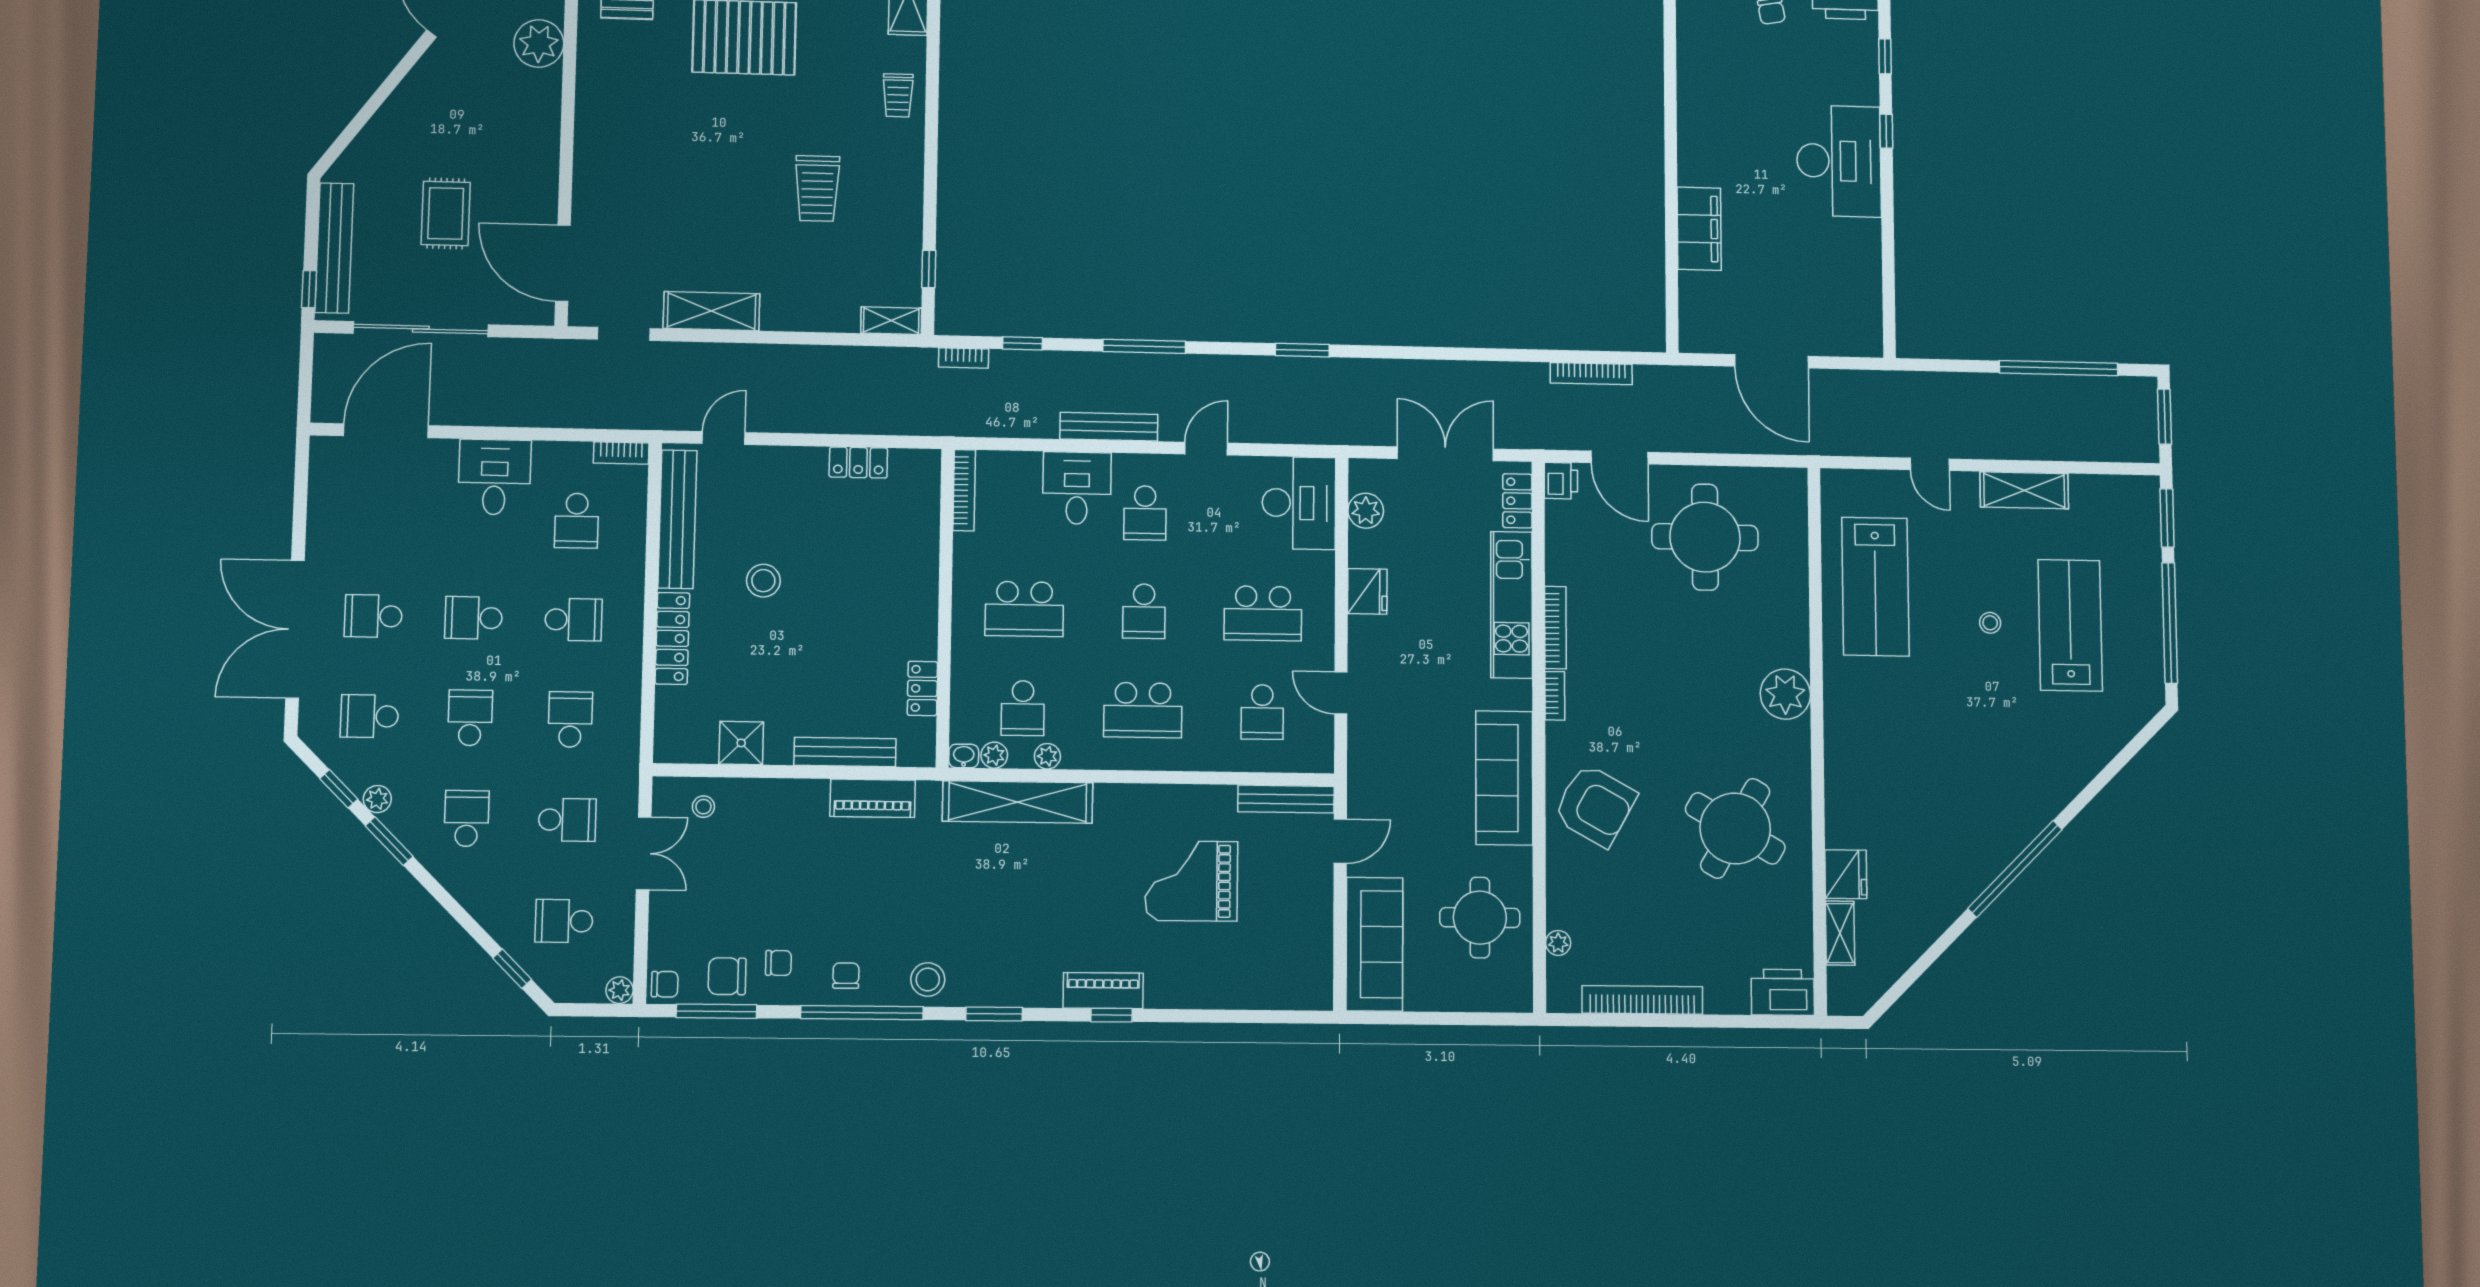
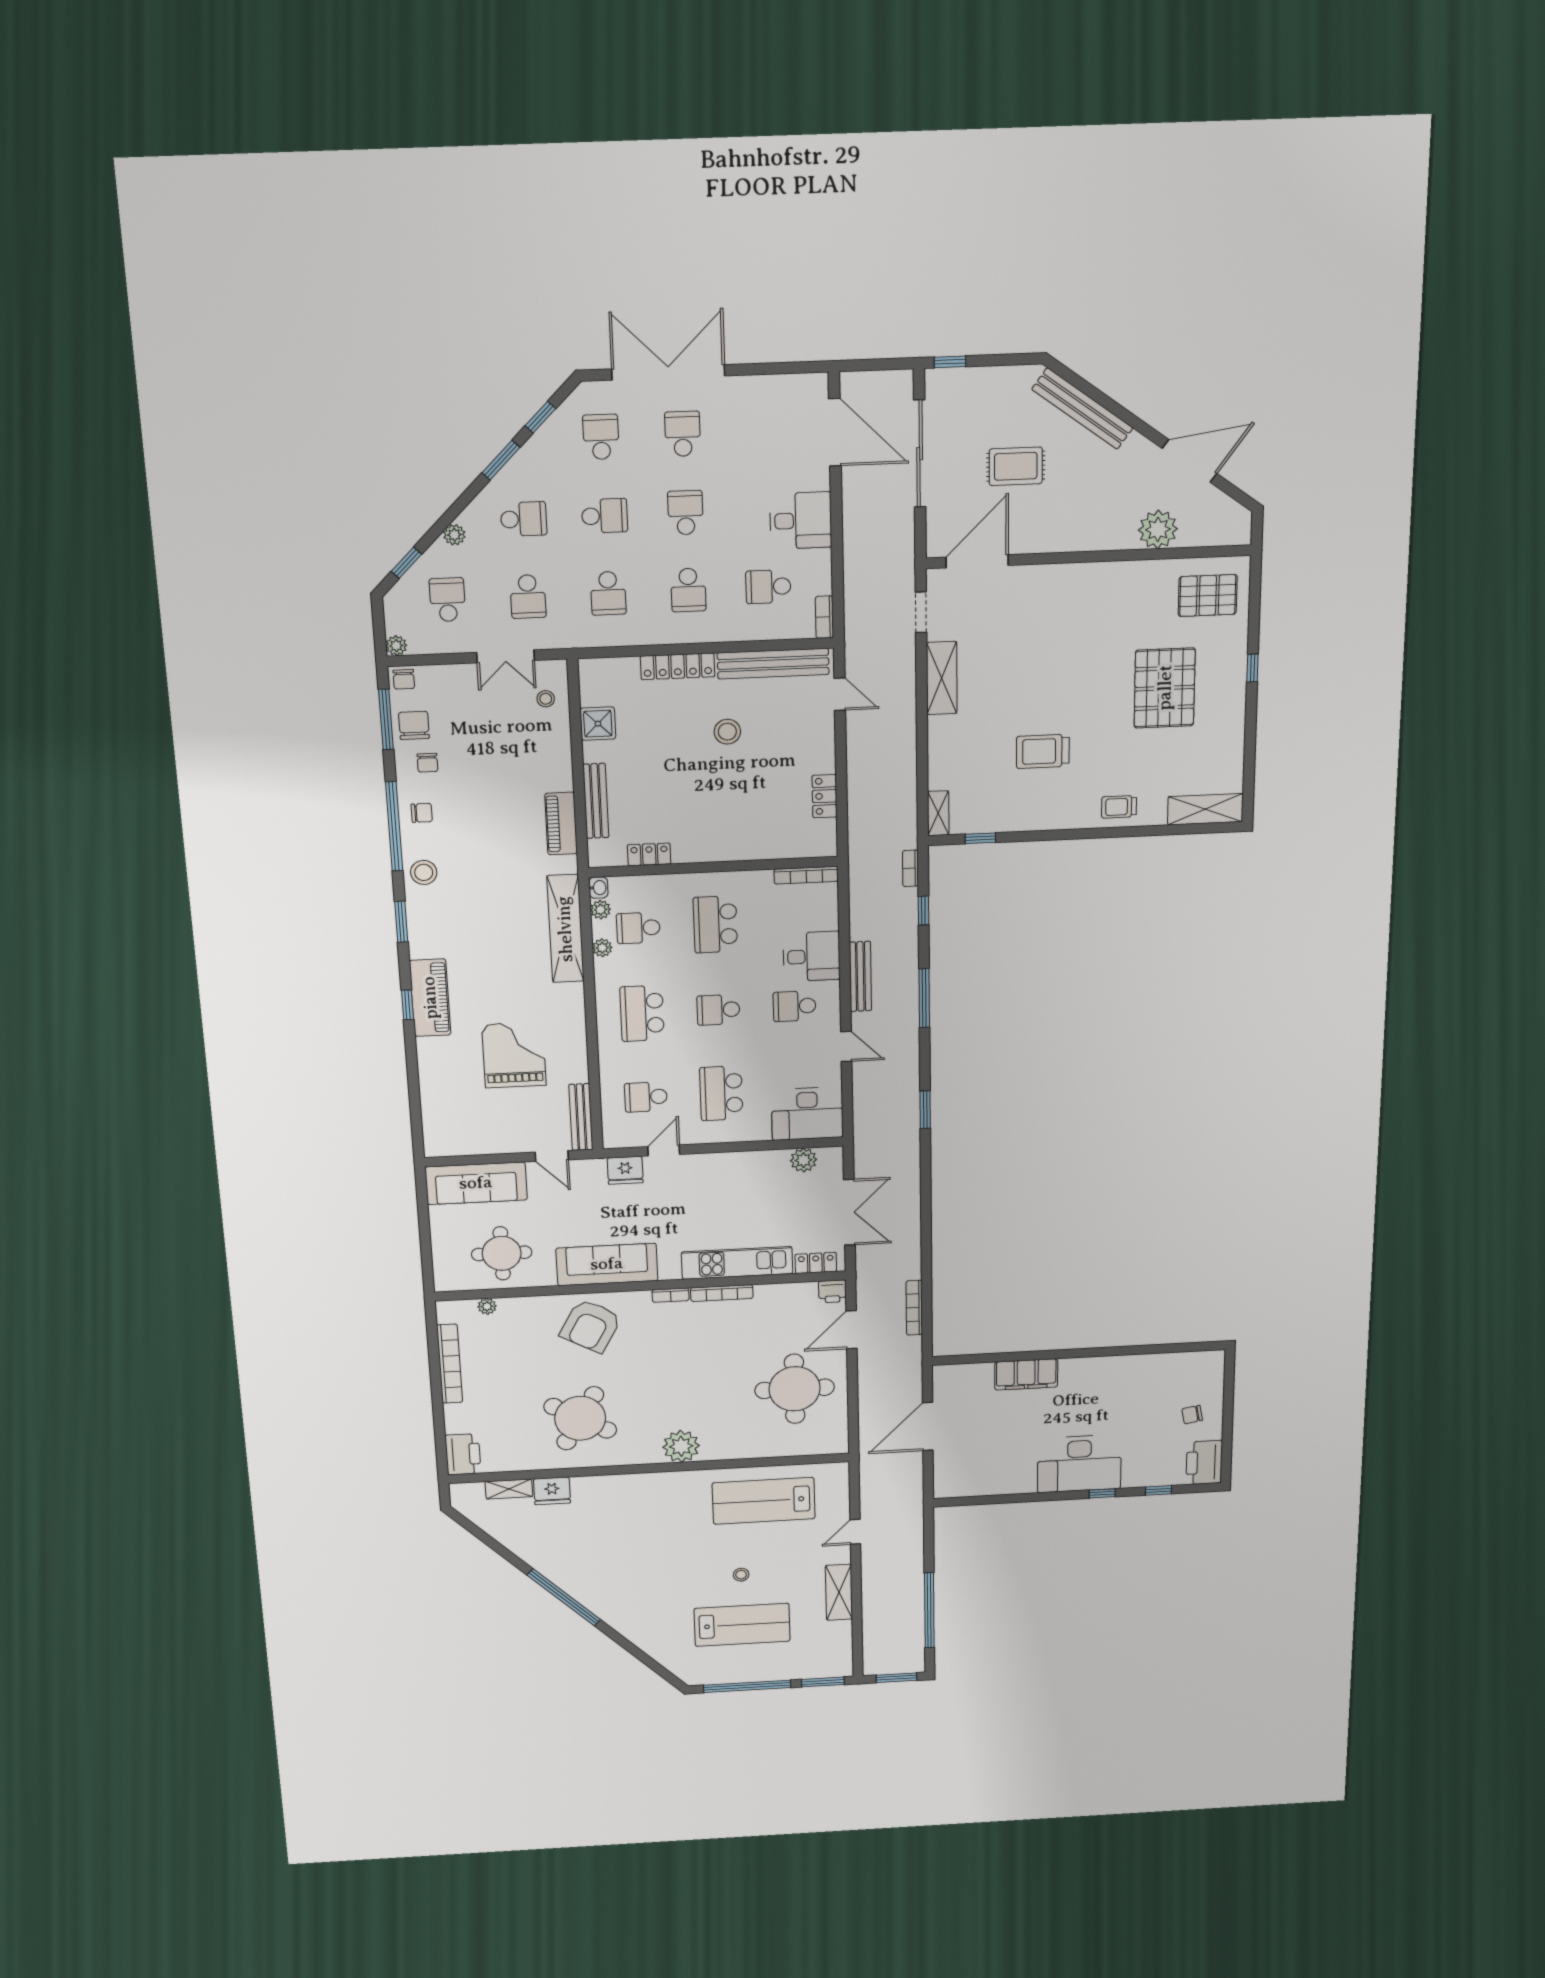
bench: (334, 248) -> (1082, 409), moved, turned 36
fridge: (1367, 591) -> (625, 1170), moved
school desk: (570, 719) -> (608, 593), turned 90
plant: (377, 799) -> (454, 535), moved
piano: (1103, 991) -> (430, 998), width x1.37, depth x1.33

